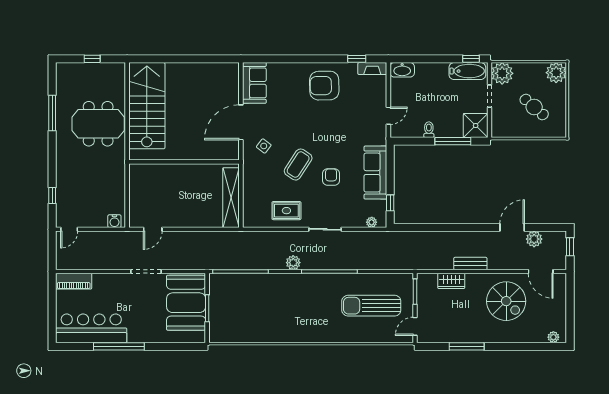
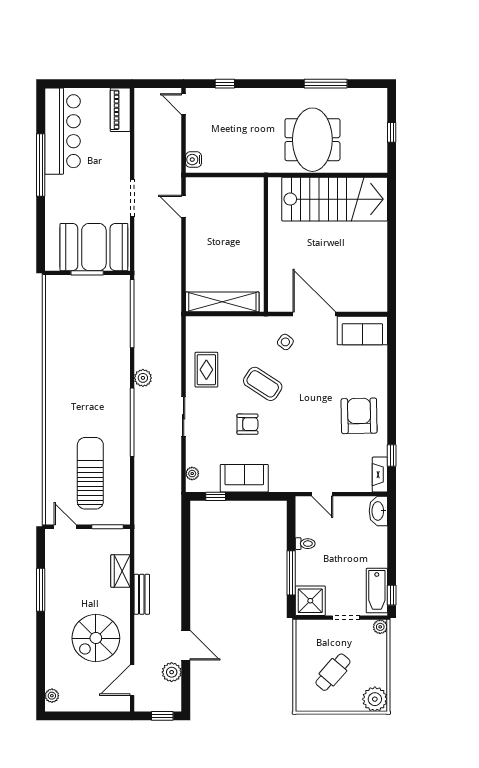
plant: (502, 73) -> (380, 627), width x0.53, depth x0.53
sofa: (375, 173) -> (244, 478), width x0.73

